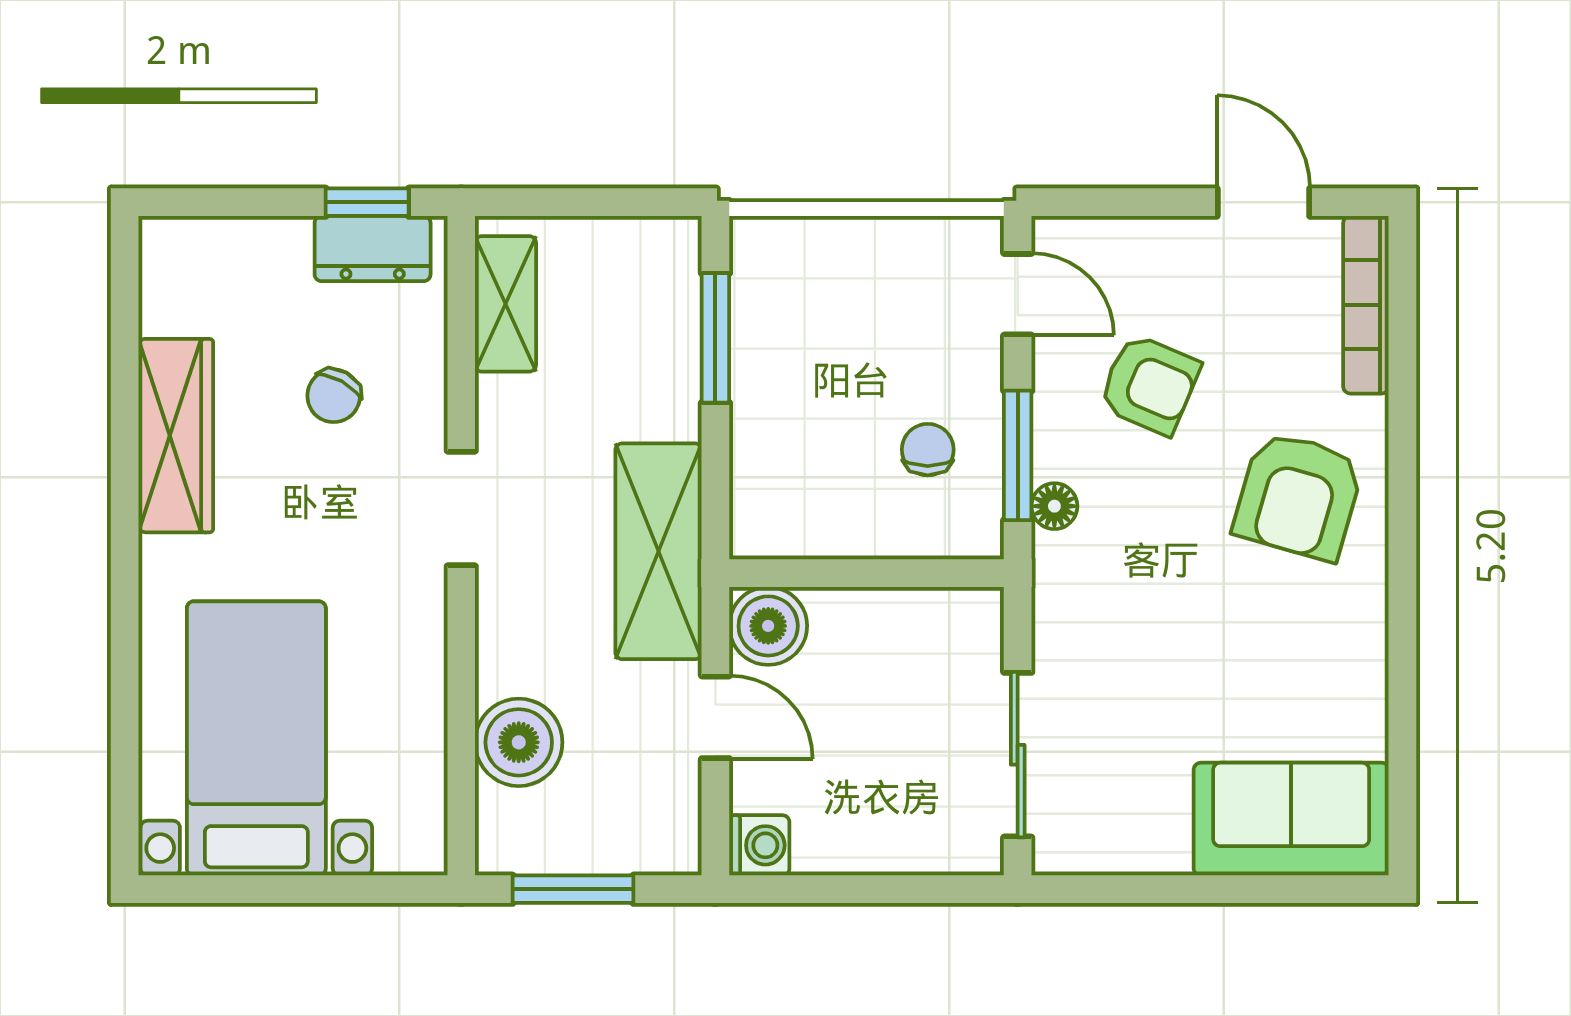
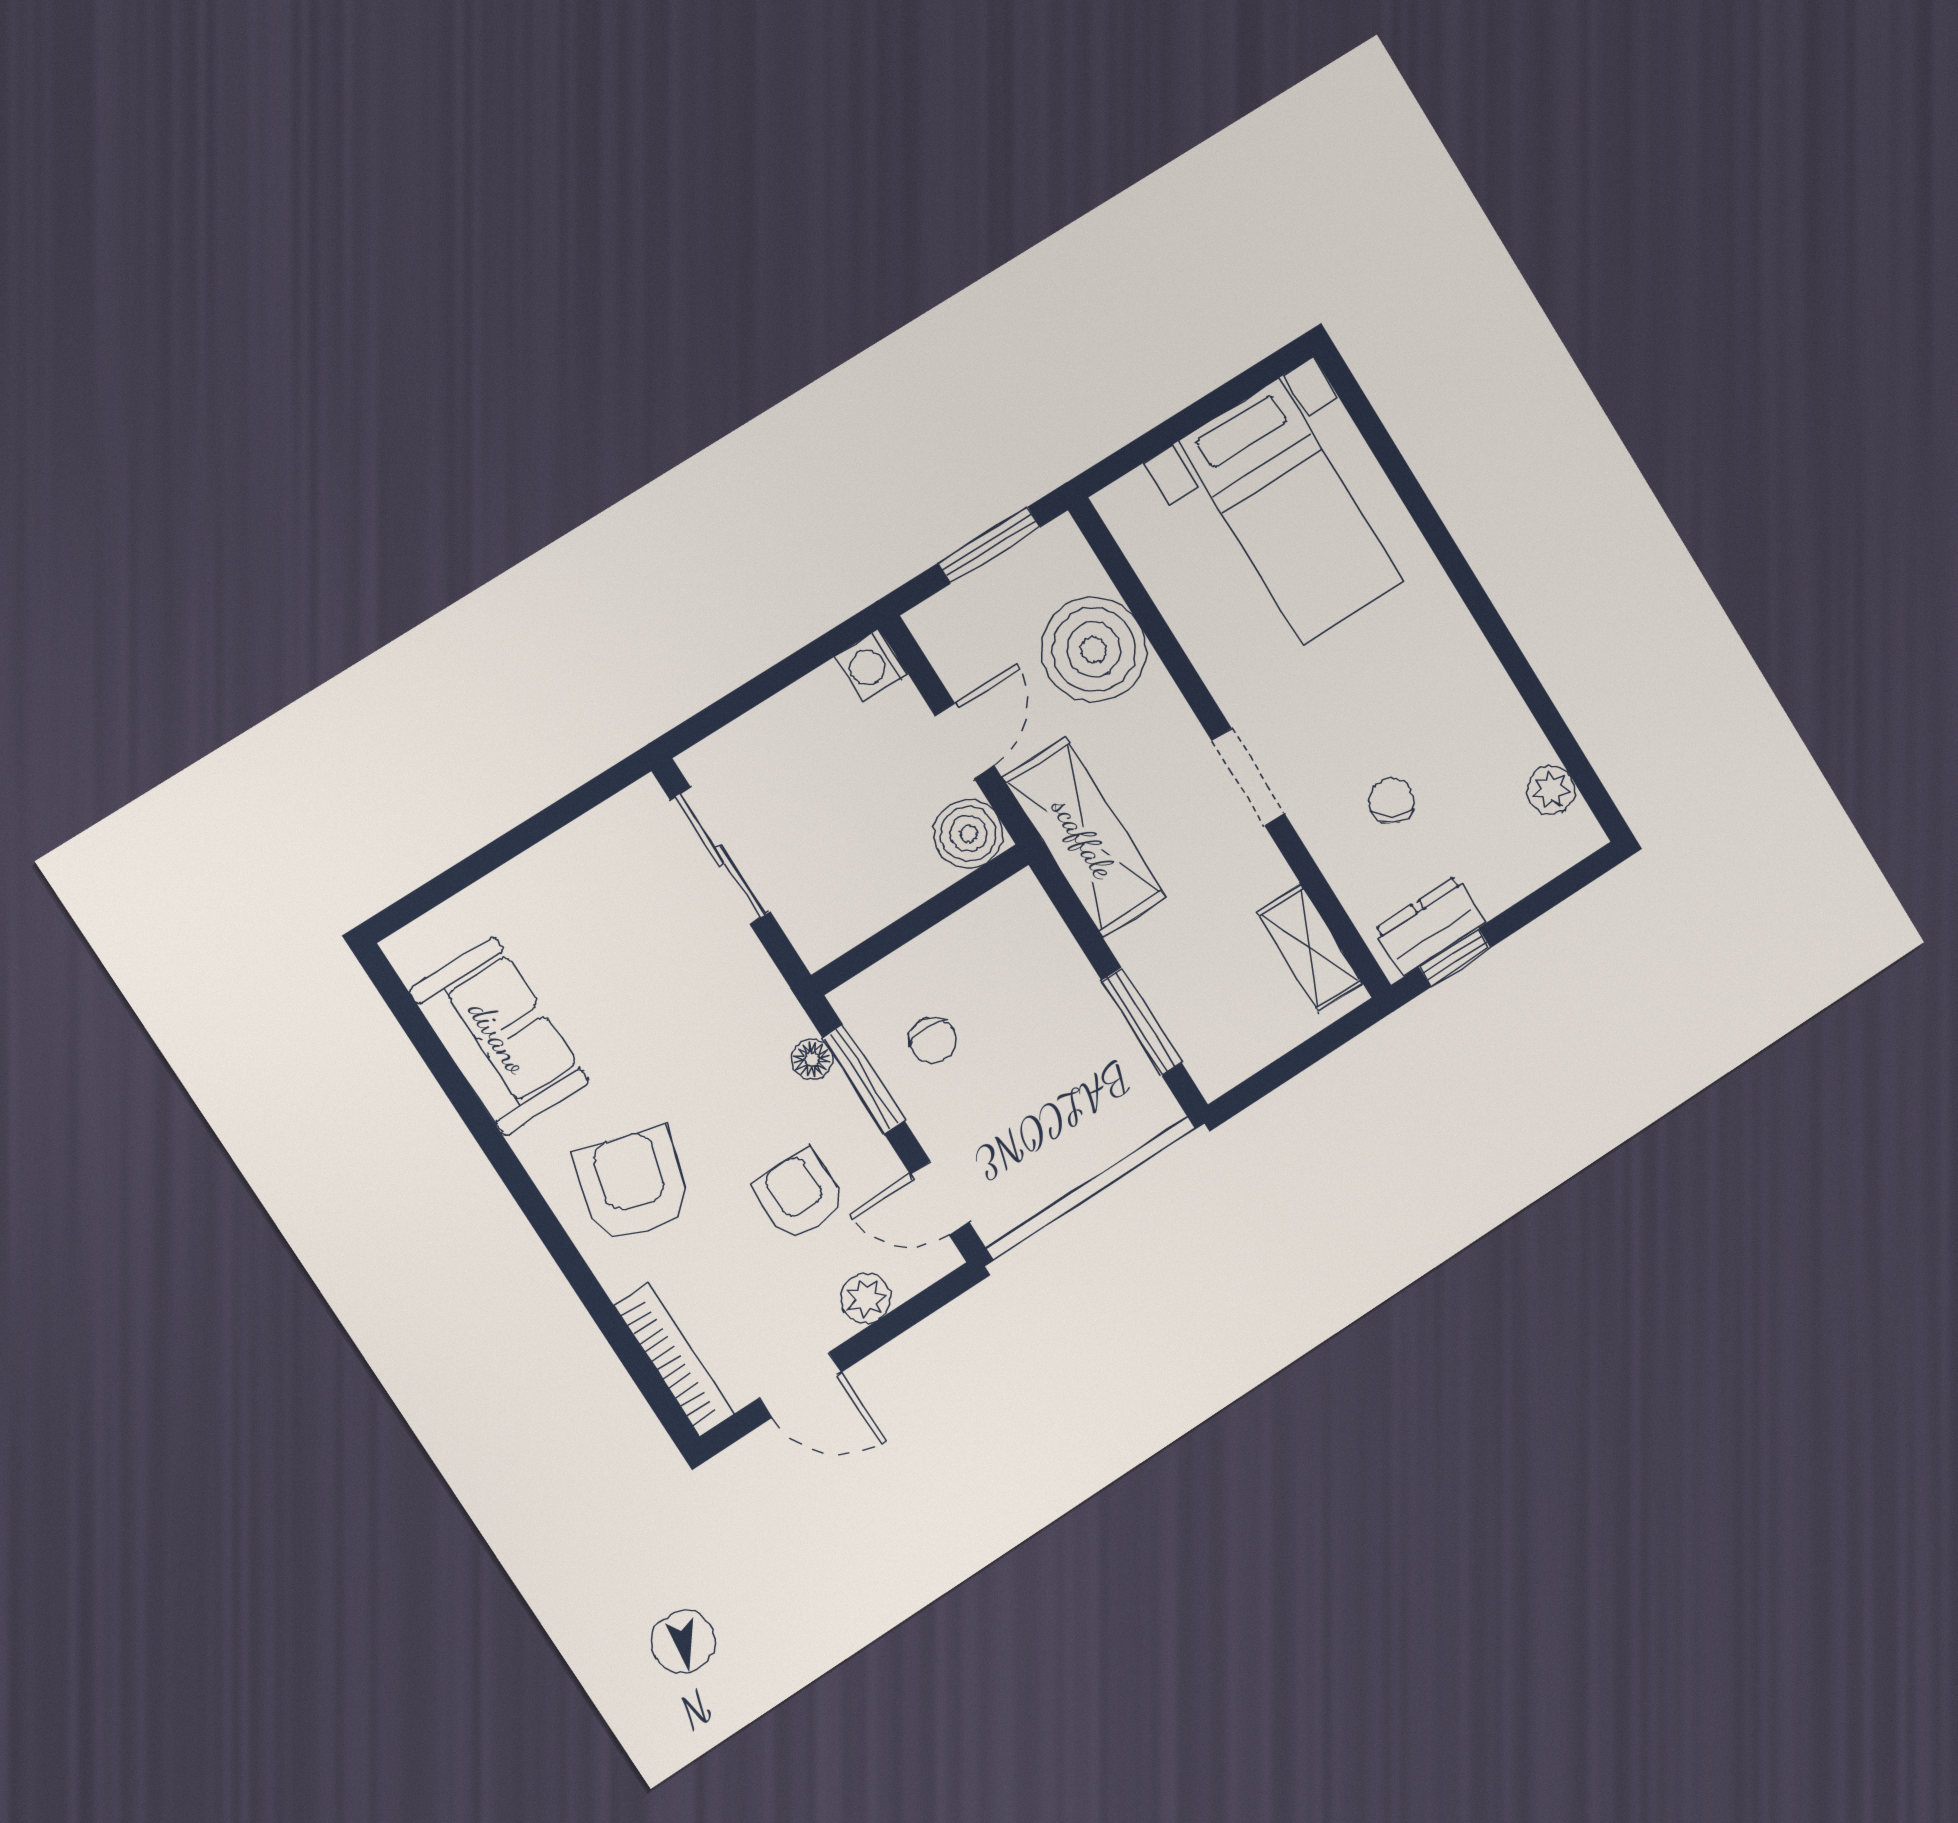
plant: (1149, 244) -> (866, 1298), added
plant: (167, 305) -> (1551, 790), added
armchair: (1149, 384) -> (799, 1195), turned 67
wardrobe: (176, 436) -> (1486, 699), removed
door: (715, 717) -> (964, 741), swing flipped
boiler: (519, 742) -> (1094, 650), width x1.37, depth x1.37
sofa: (1291, 819) -> (499, 1037), moved, turned -90

